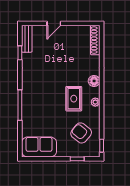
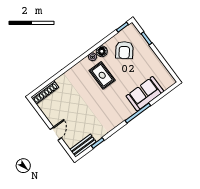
door: (54, 23) -> (56, 134), hinge flipped
floor lamp: (94, 81) -> (102, 51), moved
rug: (74, 99) -> (102, 75), turned 90
sofa: (39, 147) -> (145, 94), moved, turned 90

